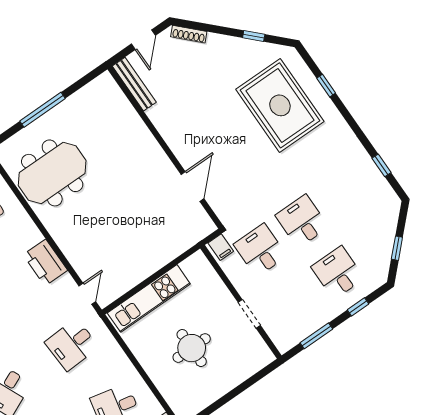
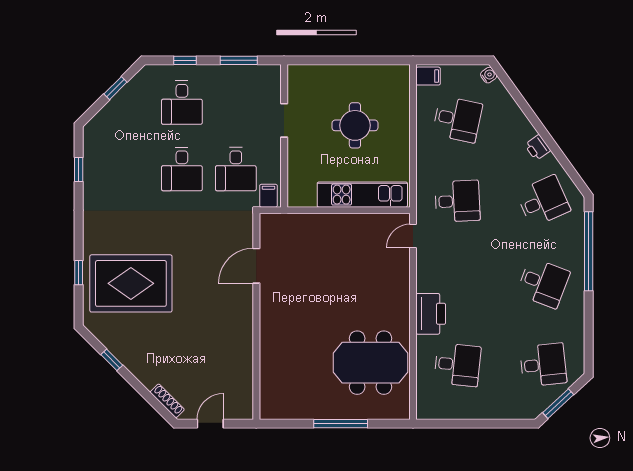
bench: (134, 84) -> (245, 390), removed
rug: (280, 105) -> (131, 283), turned 90
printer: (45, 263) -> (431, 314), moved

